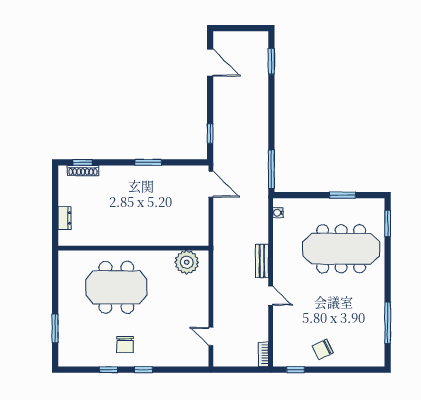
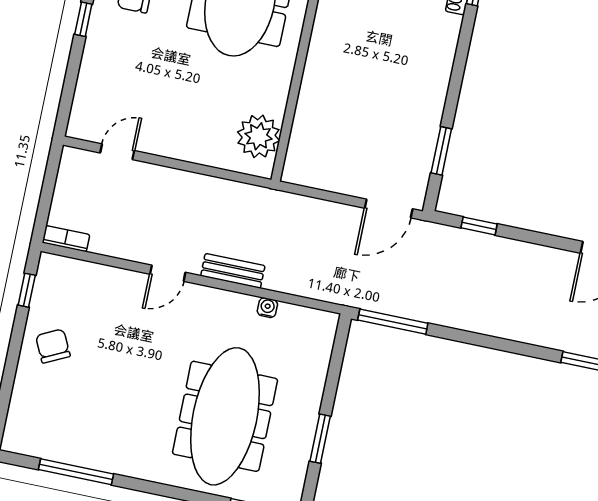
window: (148, 162) -> (441, 151), moved
water cooler: (278, 213) -> (267, 308), moved

